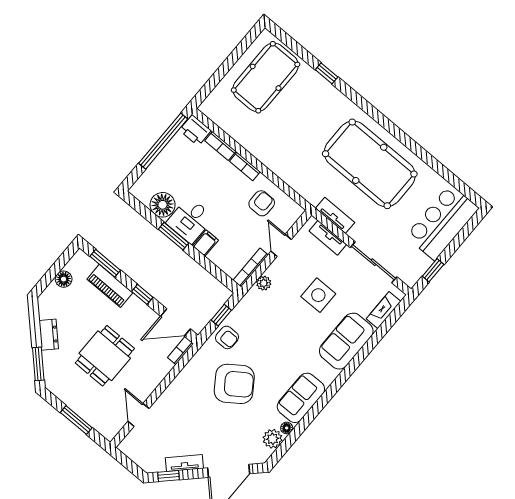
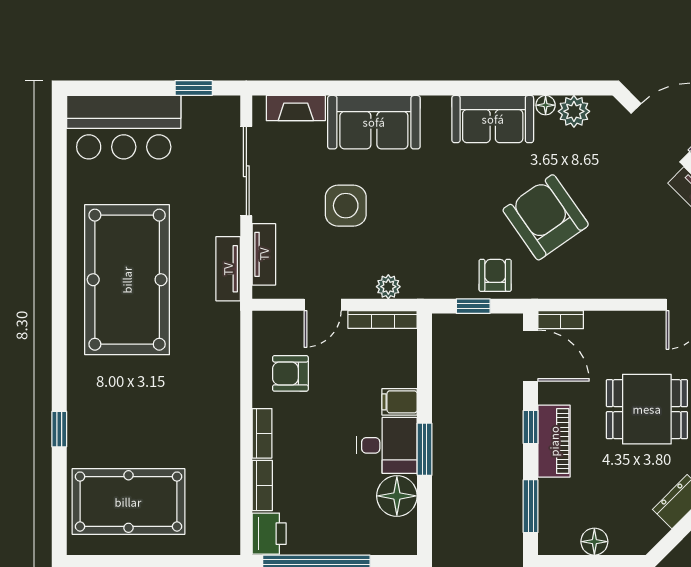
piano: (110, 286) -> (554, 441), moved

